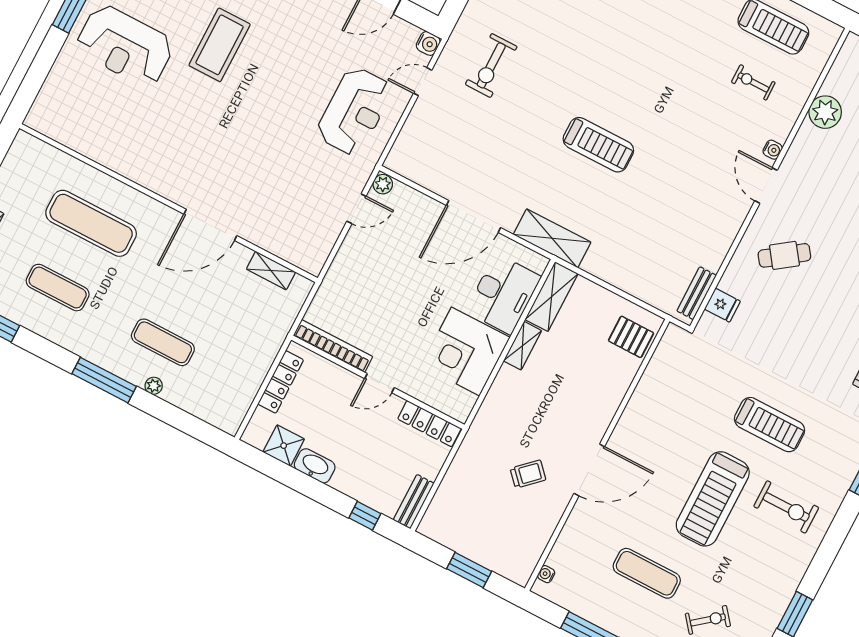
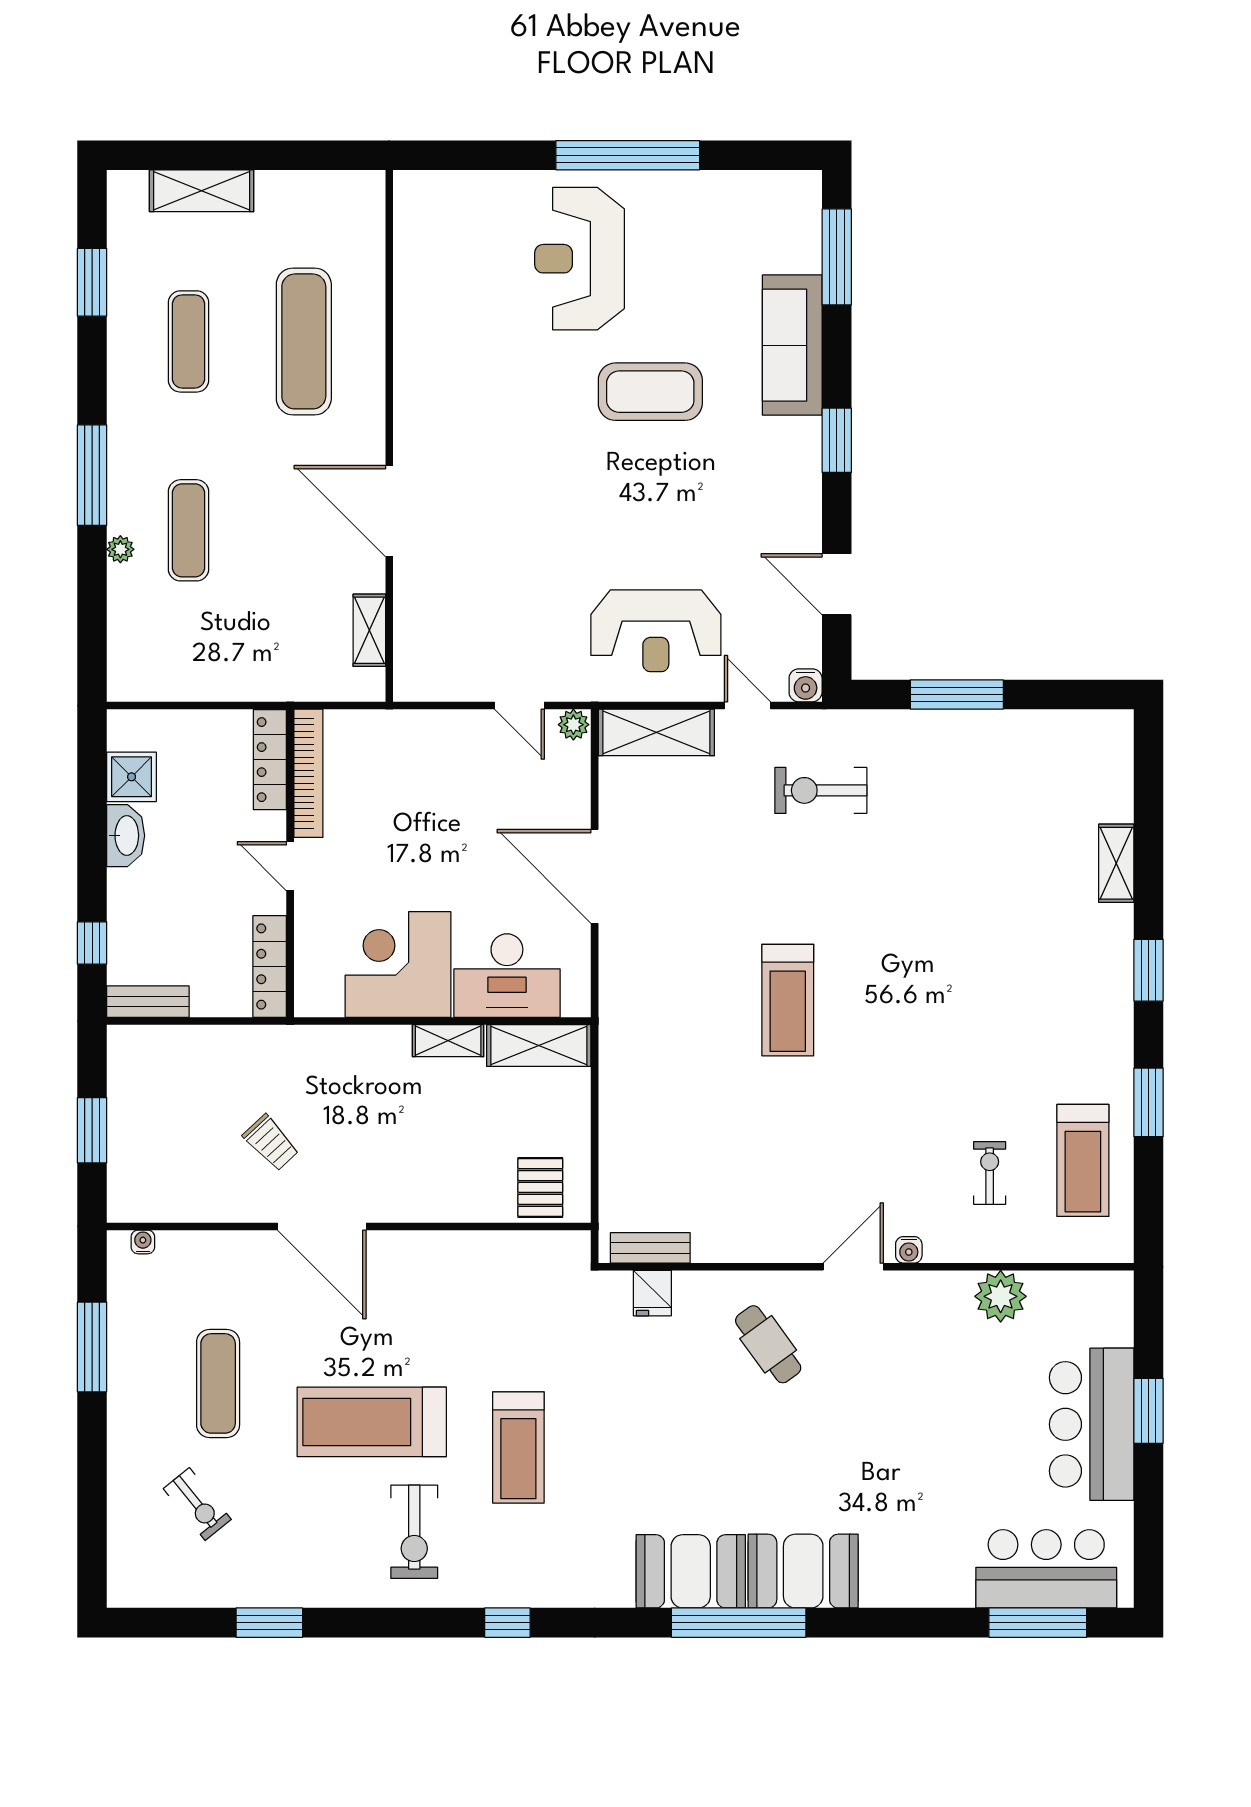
shelving: (552, 238) -> (656, 732), moved, turned 90
locker: (281, 382) -> (270, 760), moved, turned 90

